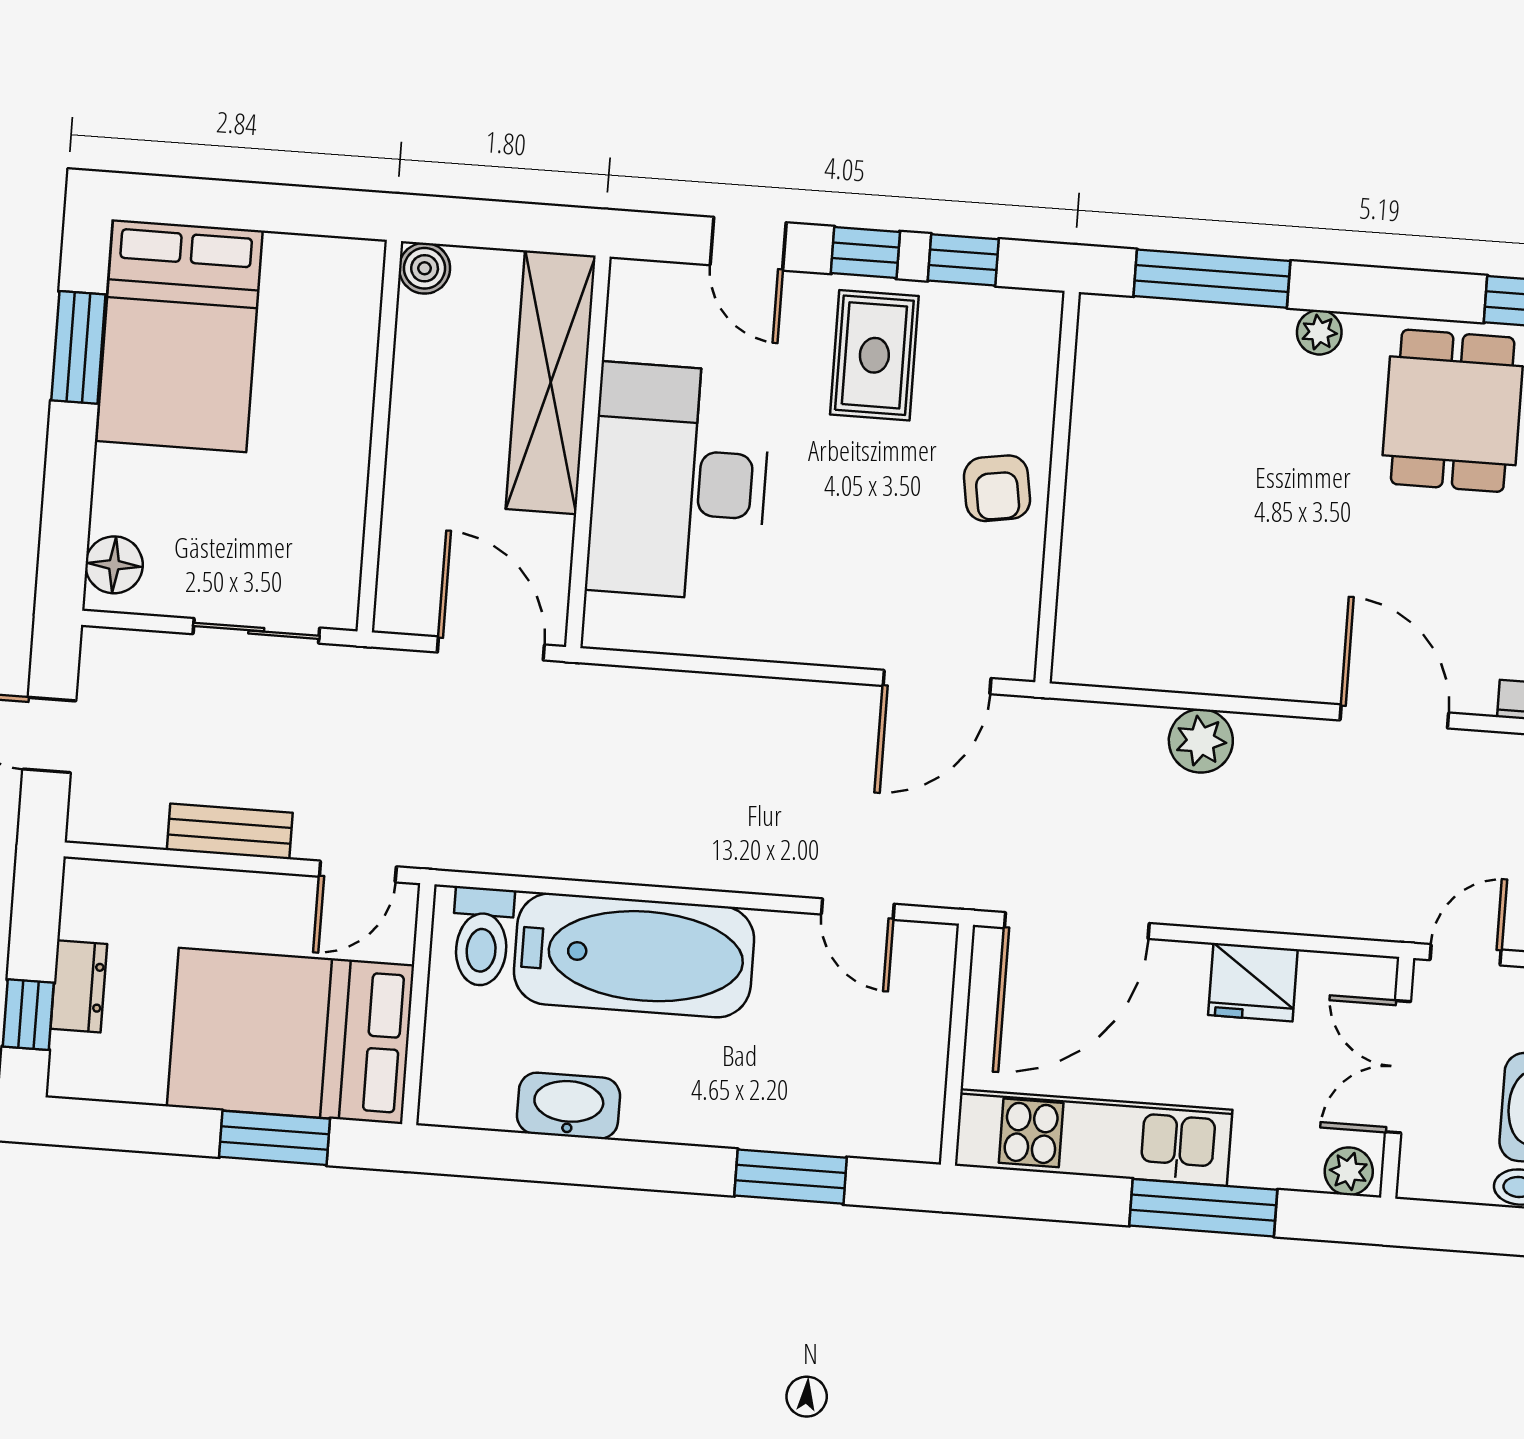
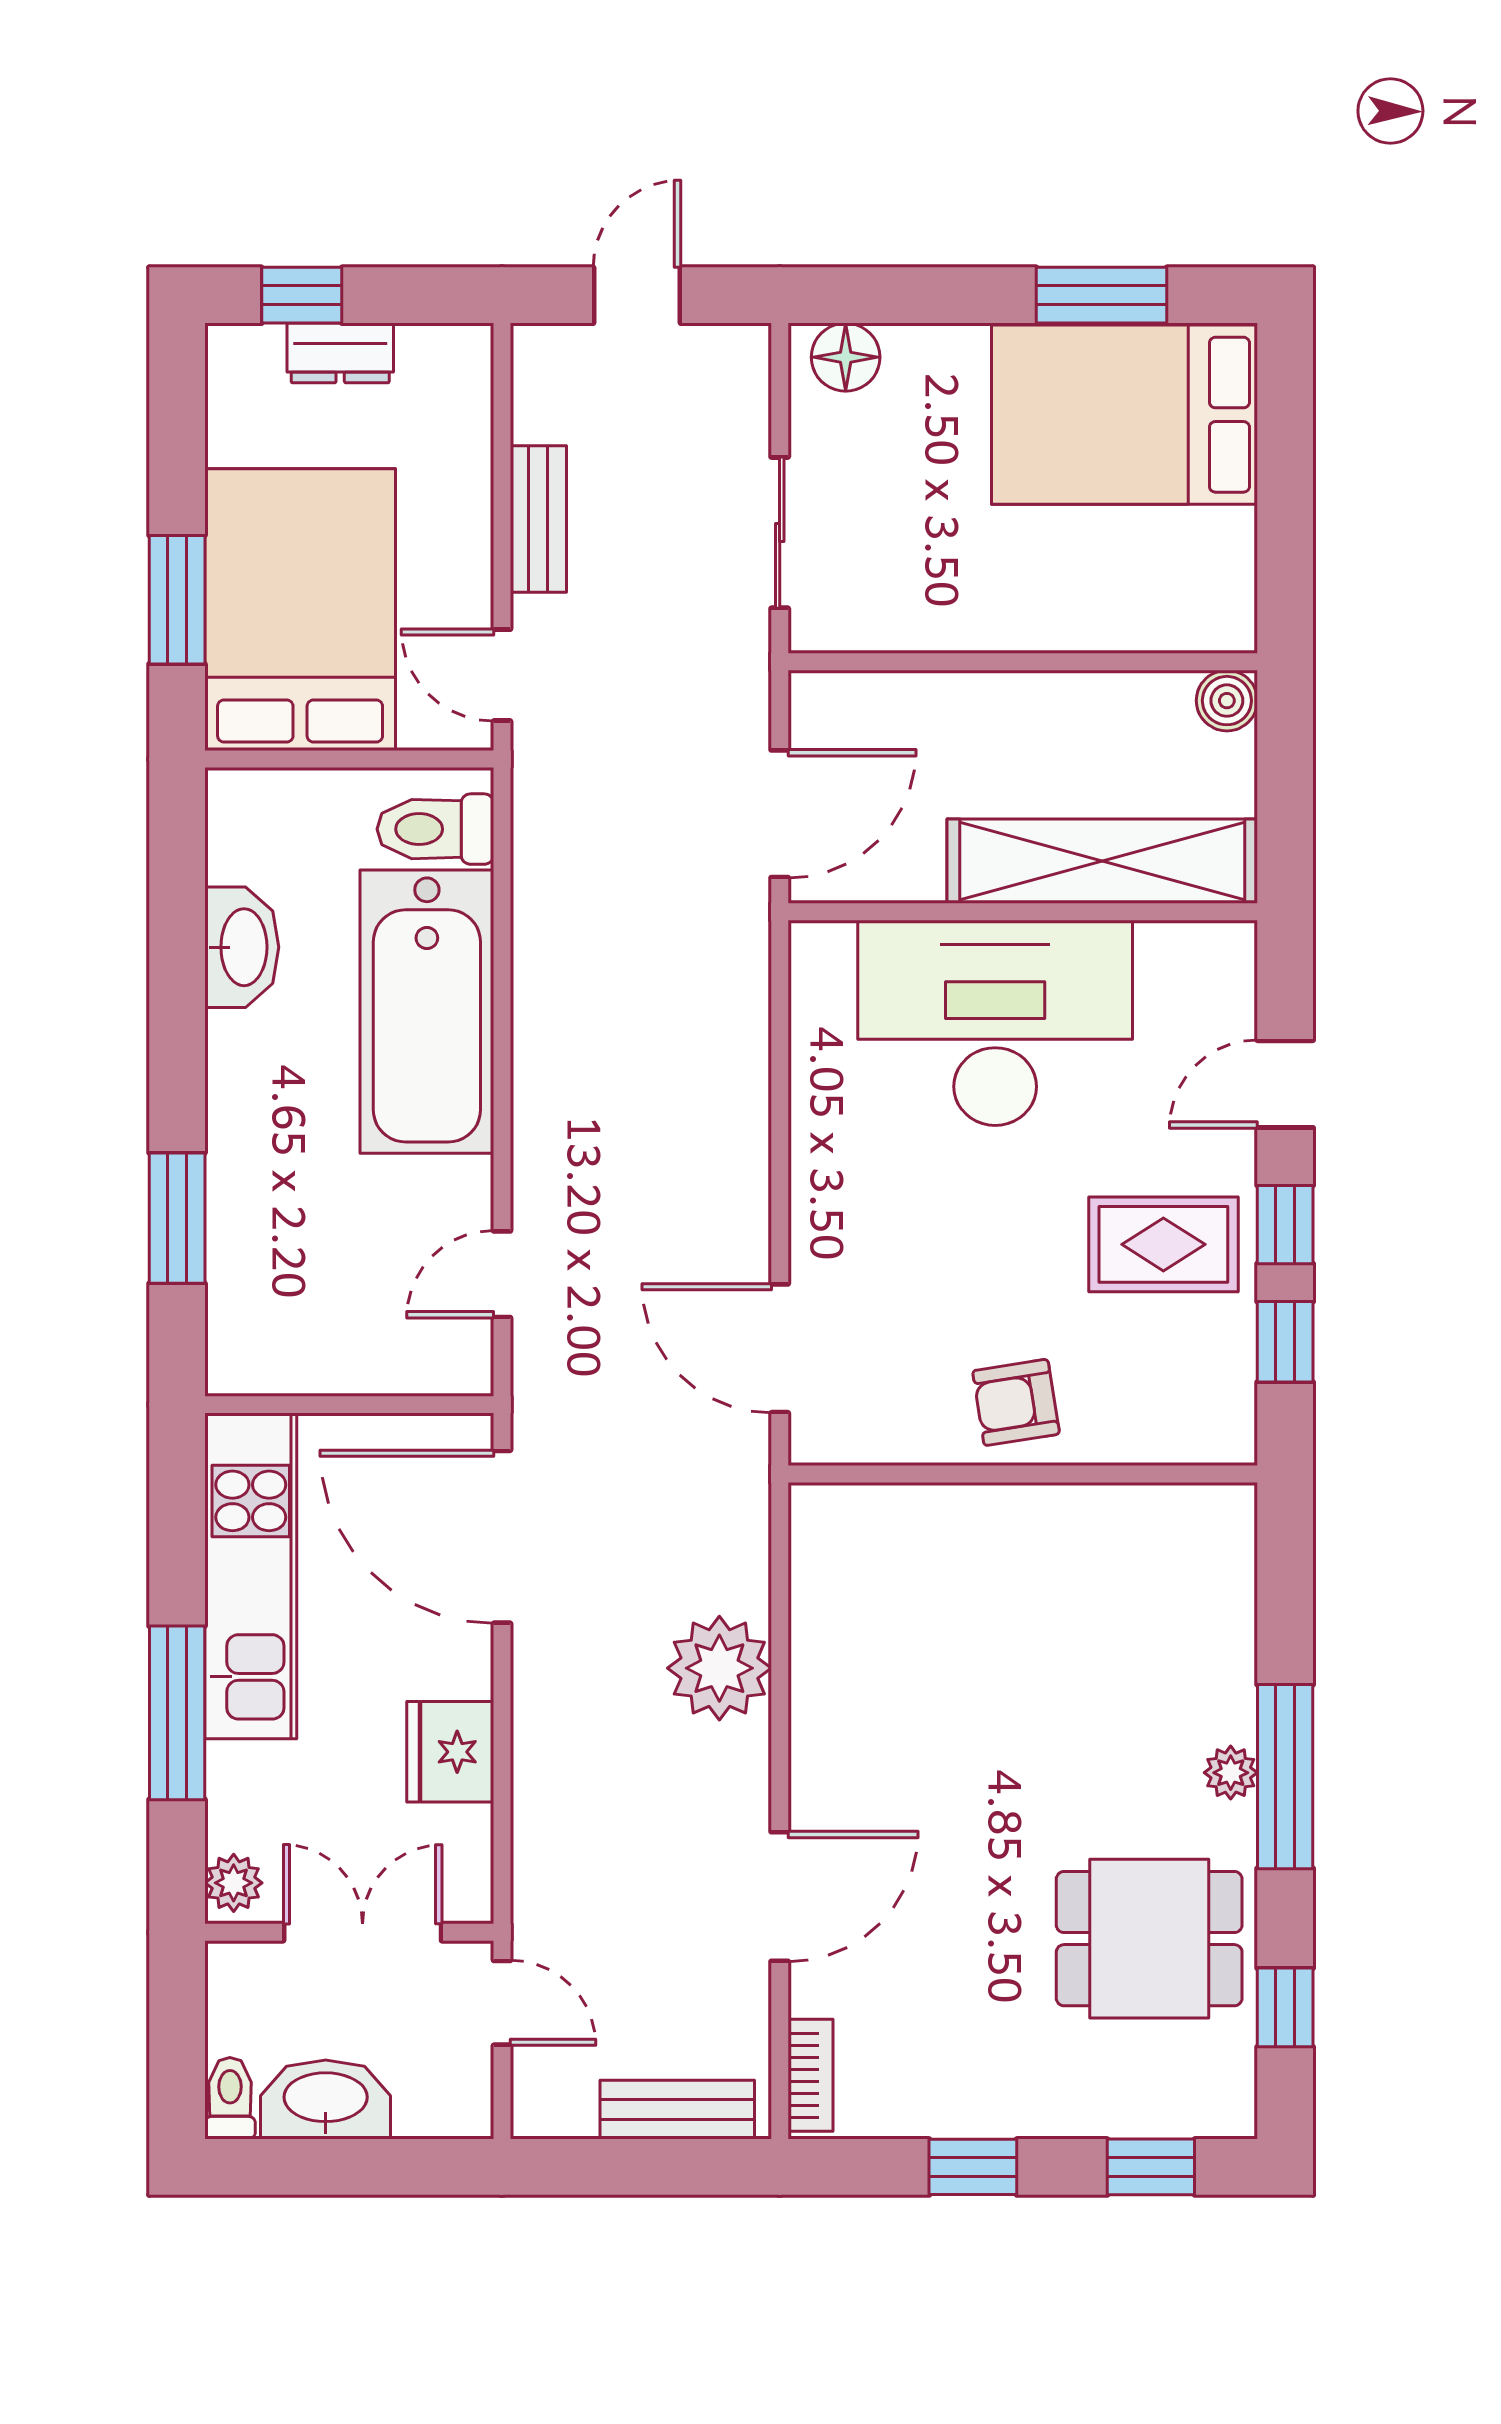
window: (1212, 279) -> (1285, 1777), moved
plant: (1201, 741) -> (719, 1668), width x1.36, depth x1.36

